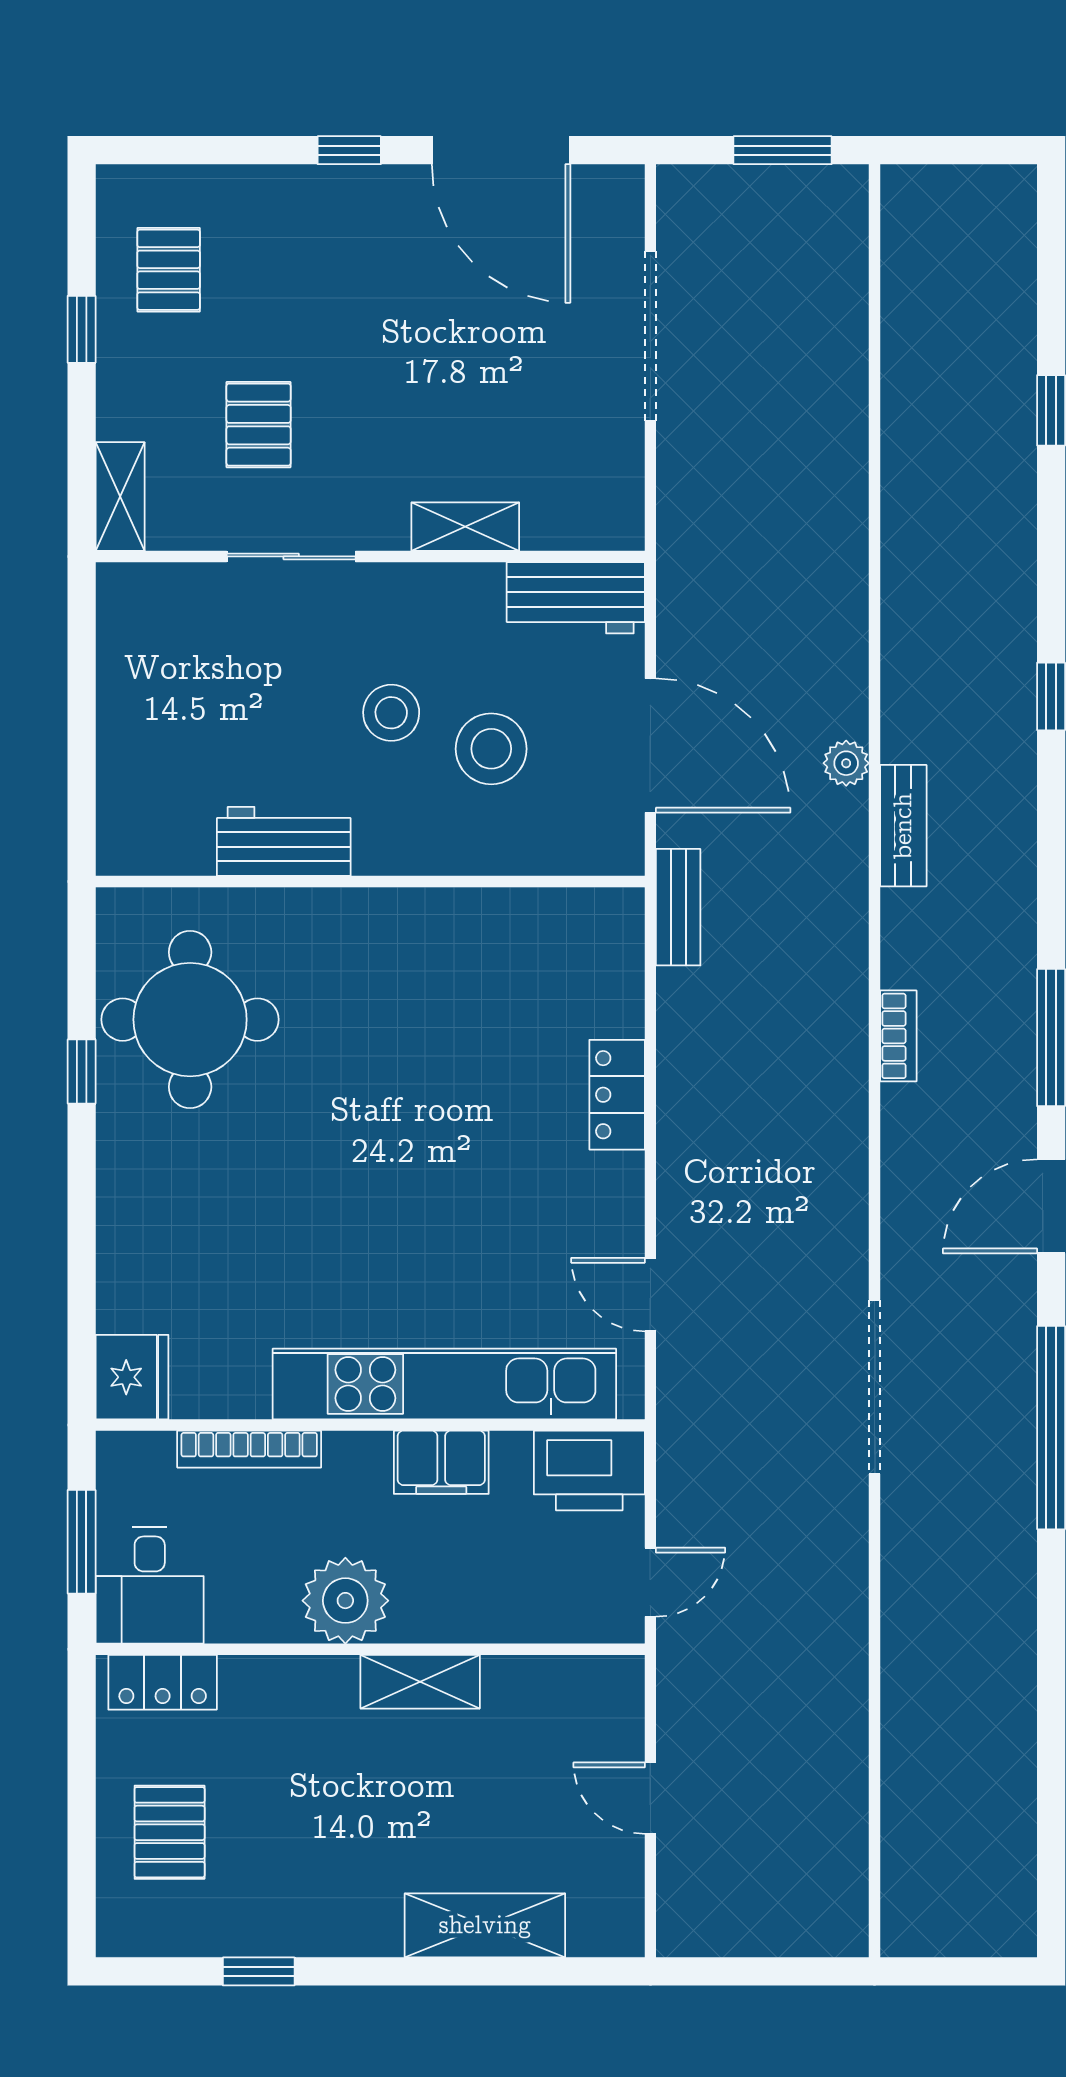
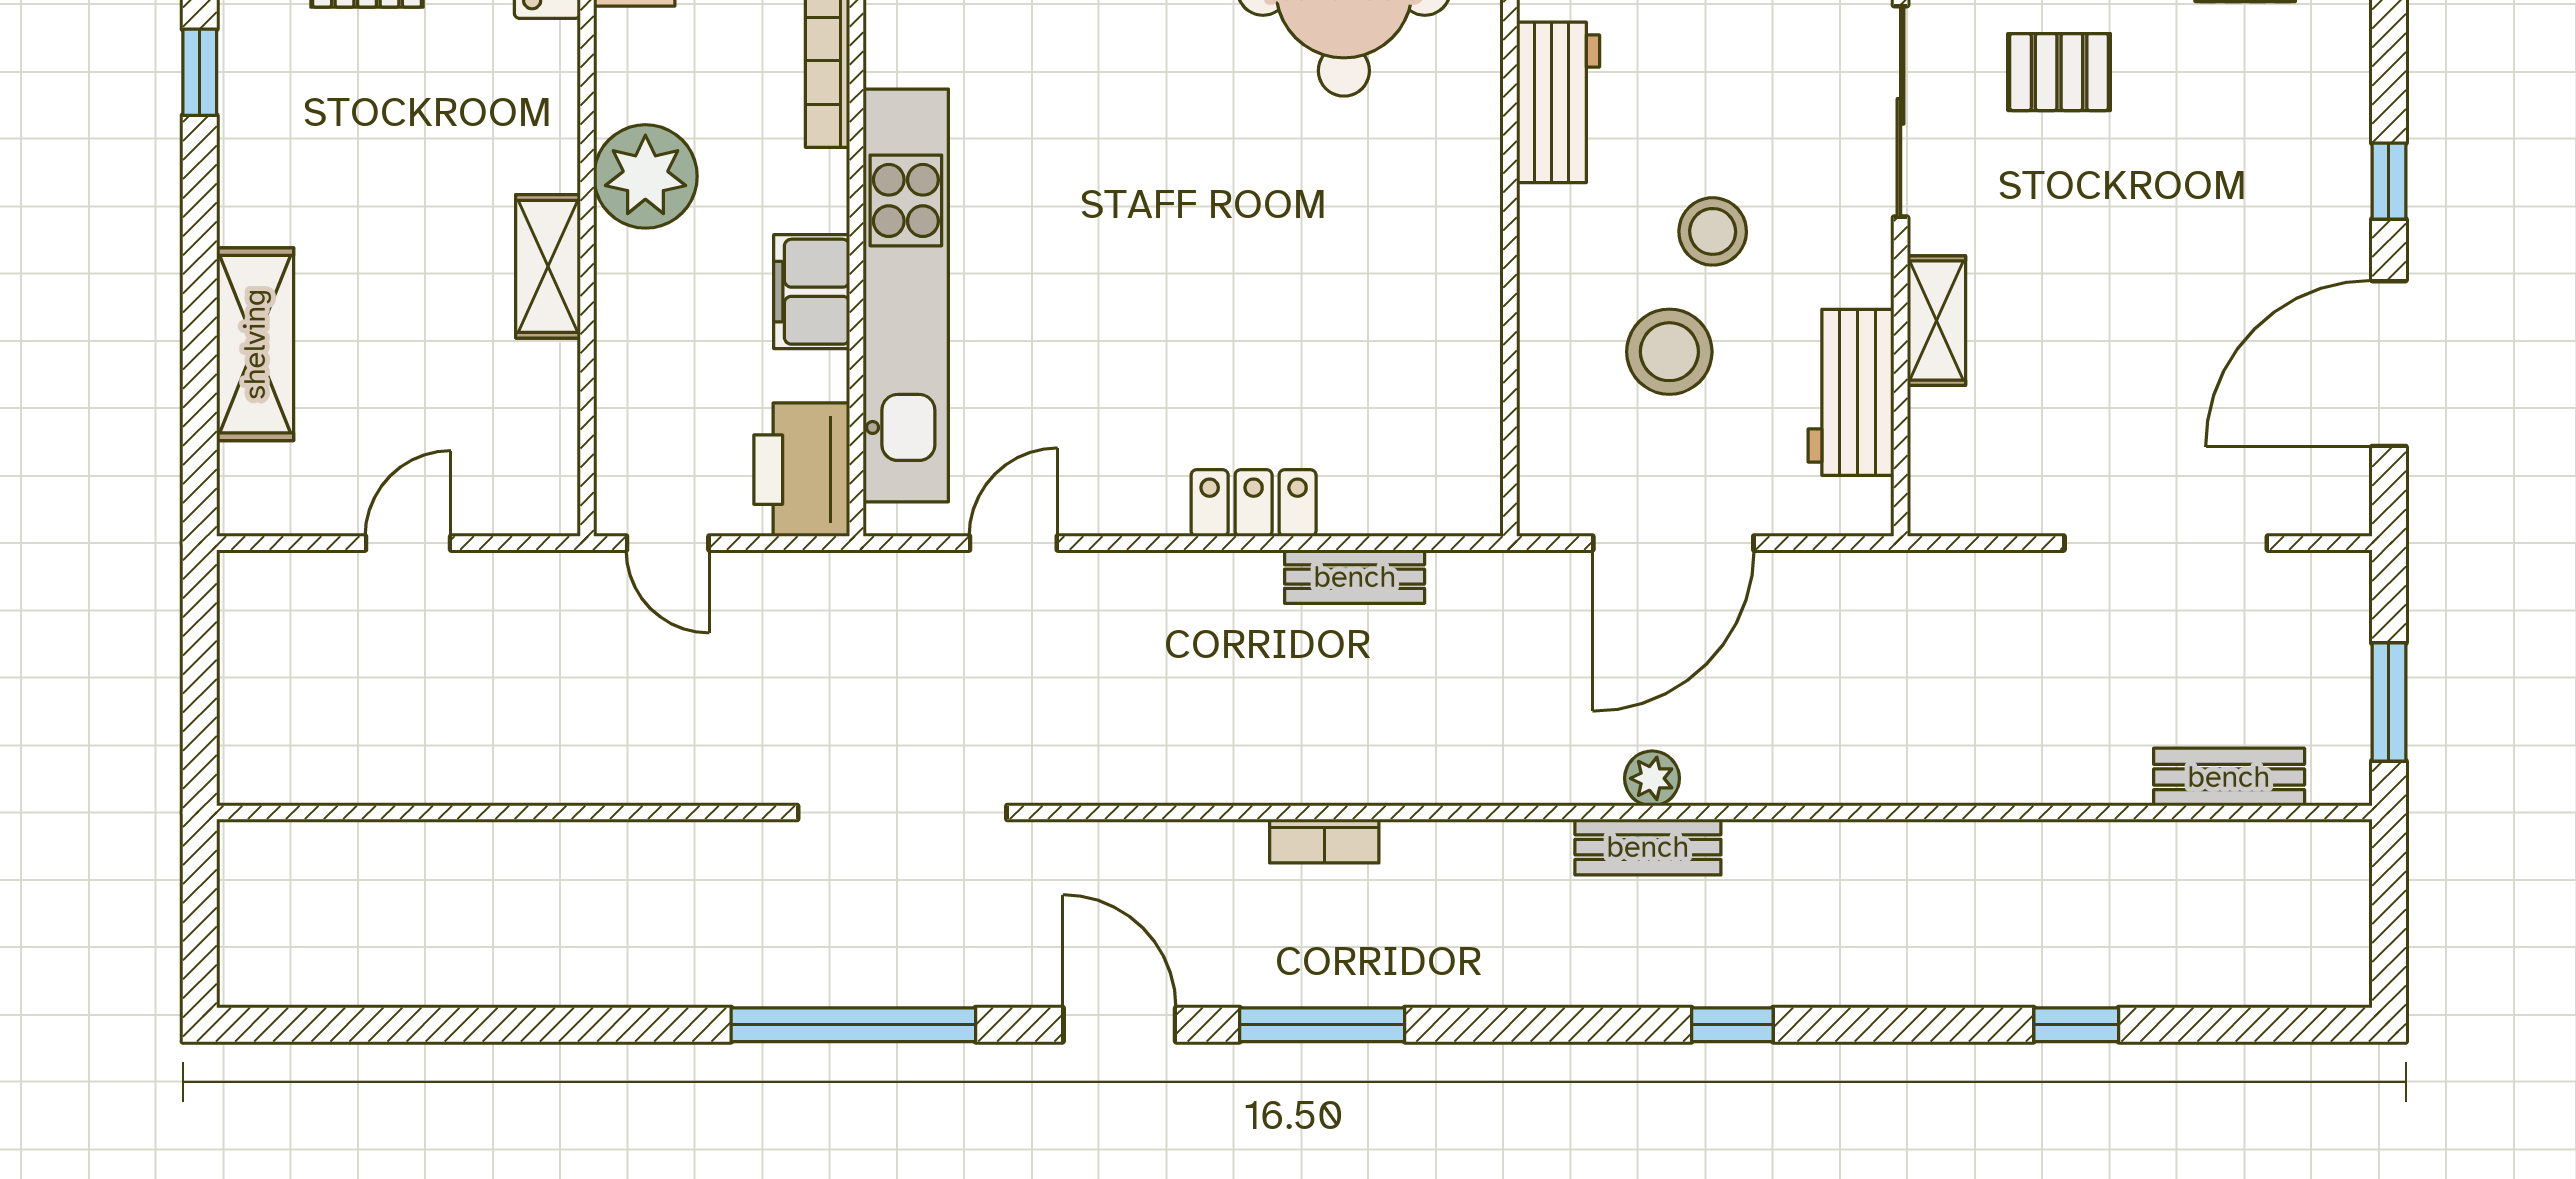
bench: (845, 283) -> (2229, 777), added
sliding door: (291, 556) -> (1901, 111), width x1.37
workbench: (576, 598) -> (1851, 392), moved
bench: (903, 826) -> (1648, 847), moved
bench: (678, 907) -> (1355, 577), moved

